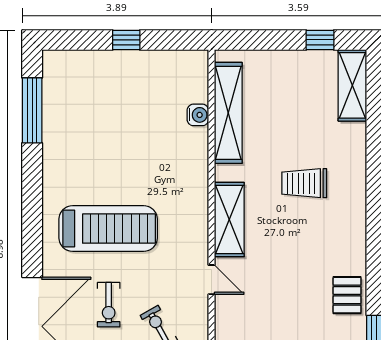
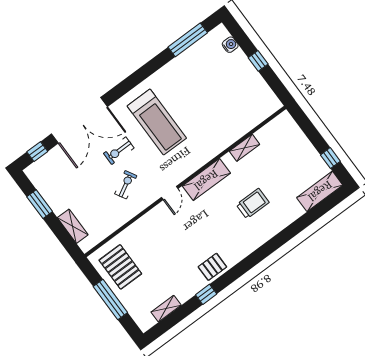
shelving: (228, 113) -> (244, 148), width x0.45, depth x0.75
water cooler: (198, 115) -> (230, 45), moved, turned -90
trolley: (304, 183) -> (253, 204), turned 90

